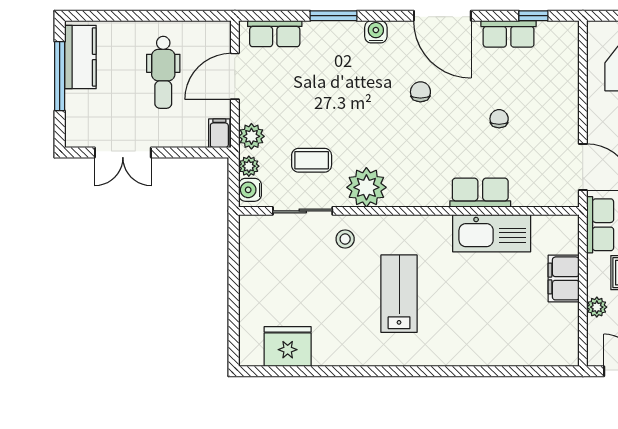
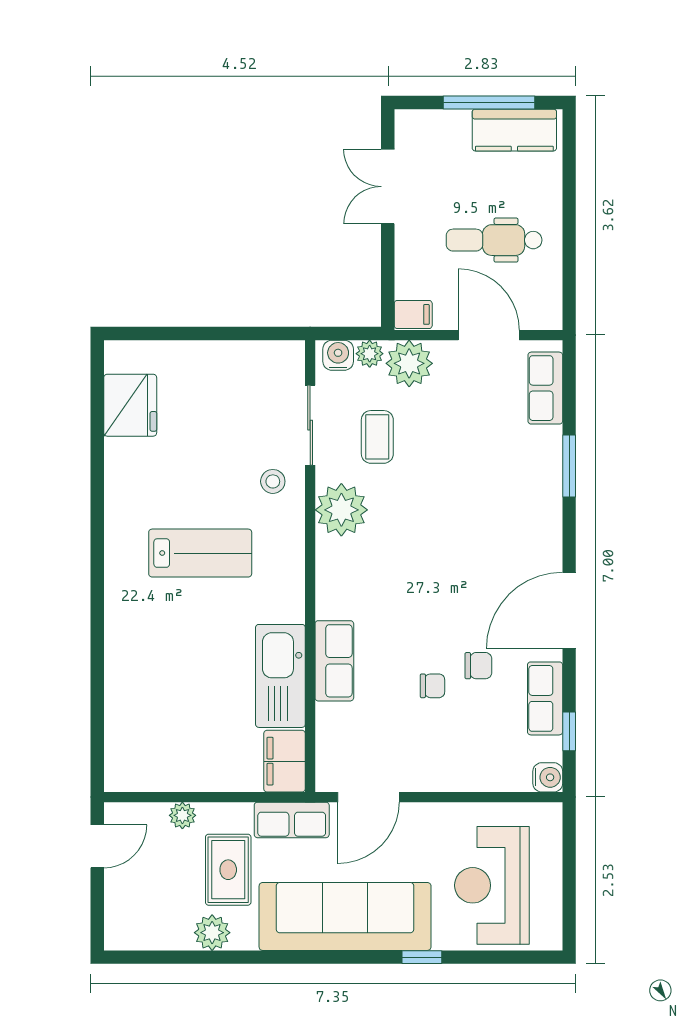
water cooler: (376, 32) -> (548, 777), moved
chair: (420, 92) -> (478, 666), moved
plant: (251, 136) -> (409, 363), width x1.36, depth x1.36
filing cabinet: (564, 278) -> (285, 761), moved, turned -90

